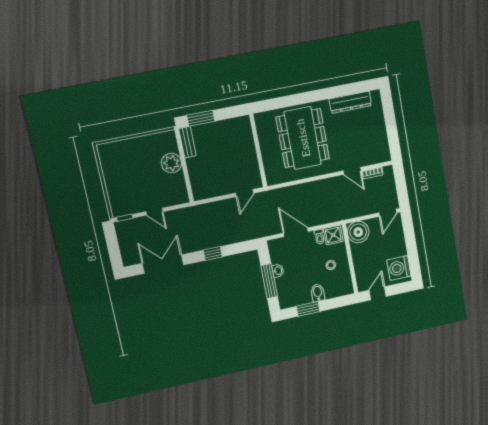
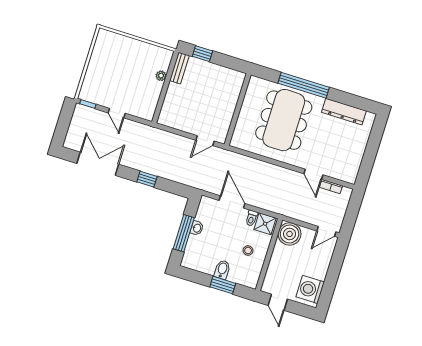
window: (304, 98) -> (304, 85), added
window: (201, 118) -> (202, 54), width x0.67
plant: (171, 163) -> (161, 76), width x0.53, depth x0.53
door: (378, 293) -> (278, 302), swing flipped
window: (308, 309) -> (223, 285), moved

